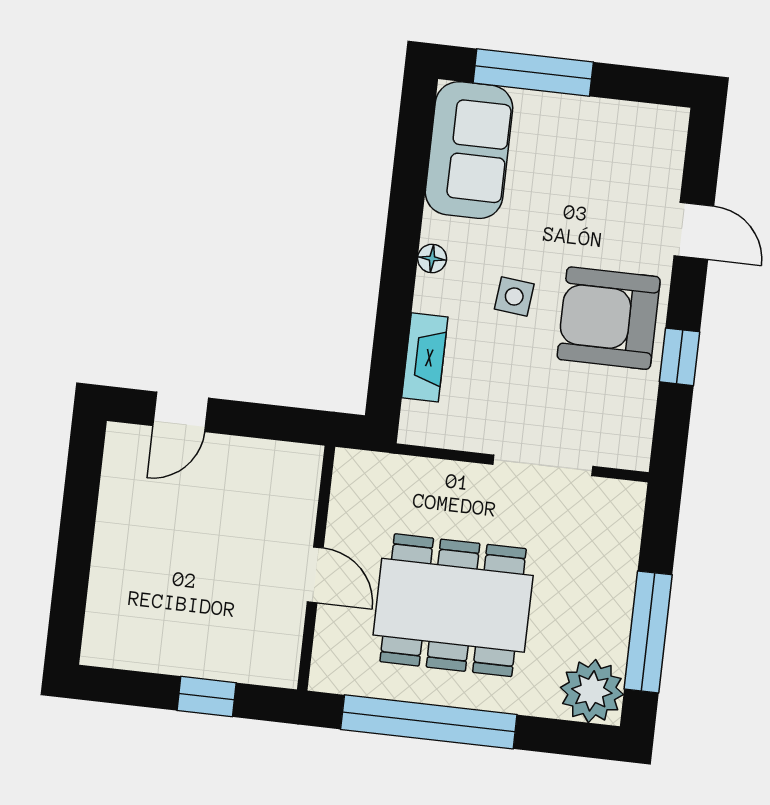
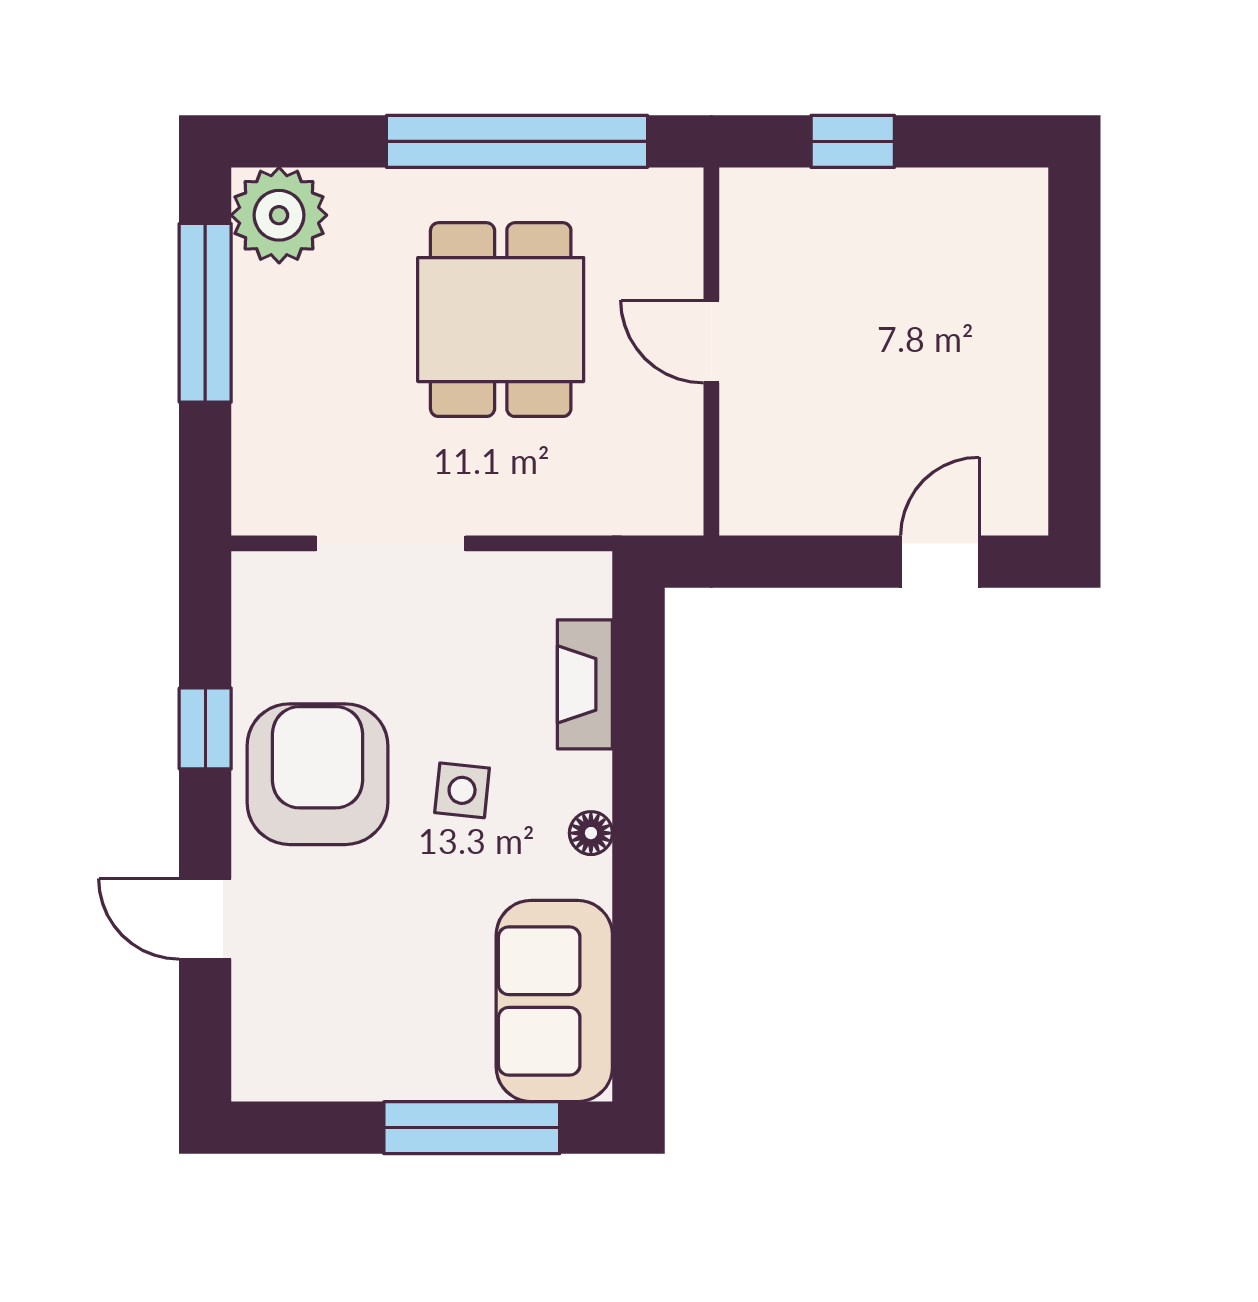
armchair: (609, 318) -> (317, 774), turned -90
dining table: (453, 605) -> (501, 320), width x0.73

